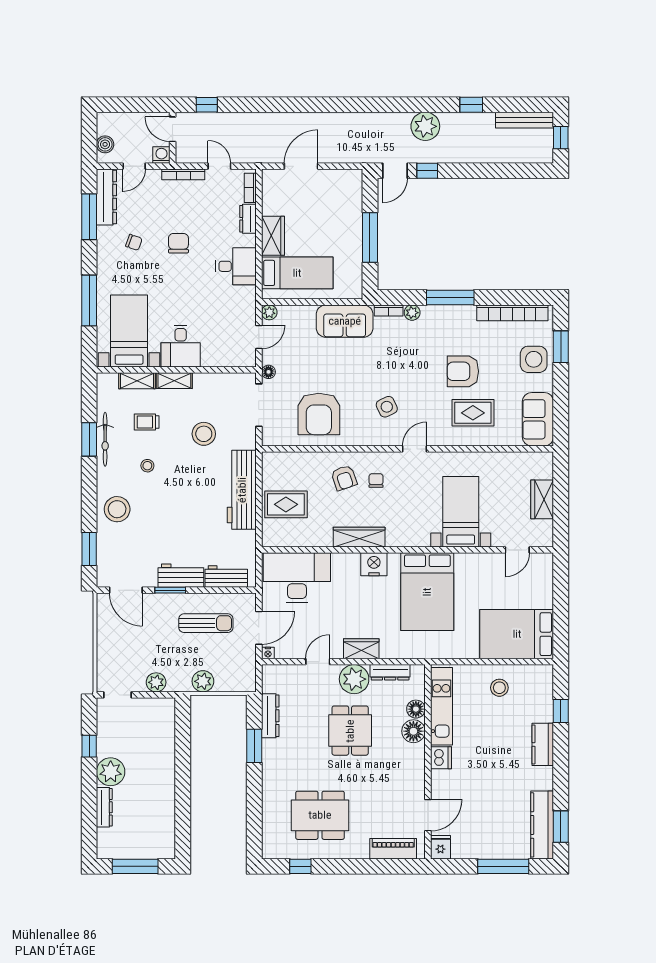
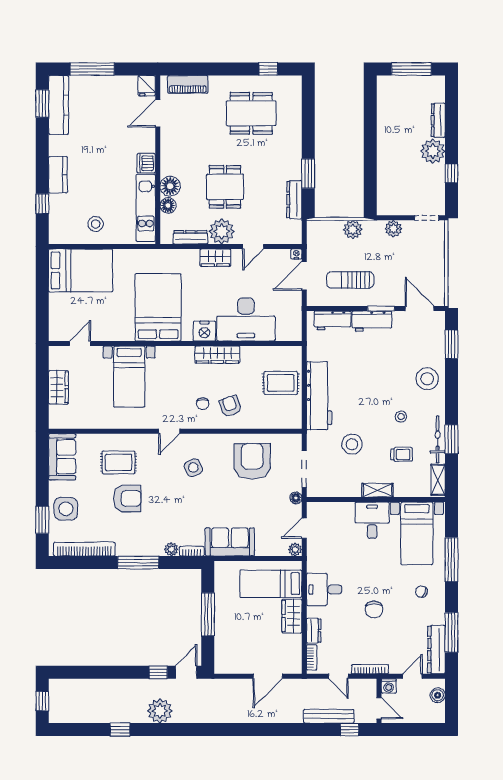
bench: (525, 120) -> (329, 716), moved
chair: (134, 242) -> (421, 592), moved
shelving: (137, 381) -> (438, 480), moved, turned 90
desk: (297, 578) -> (246, 319), moved

